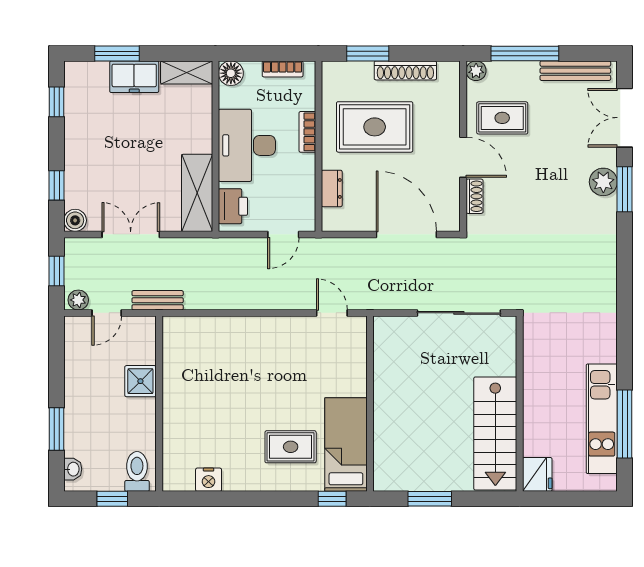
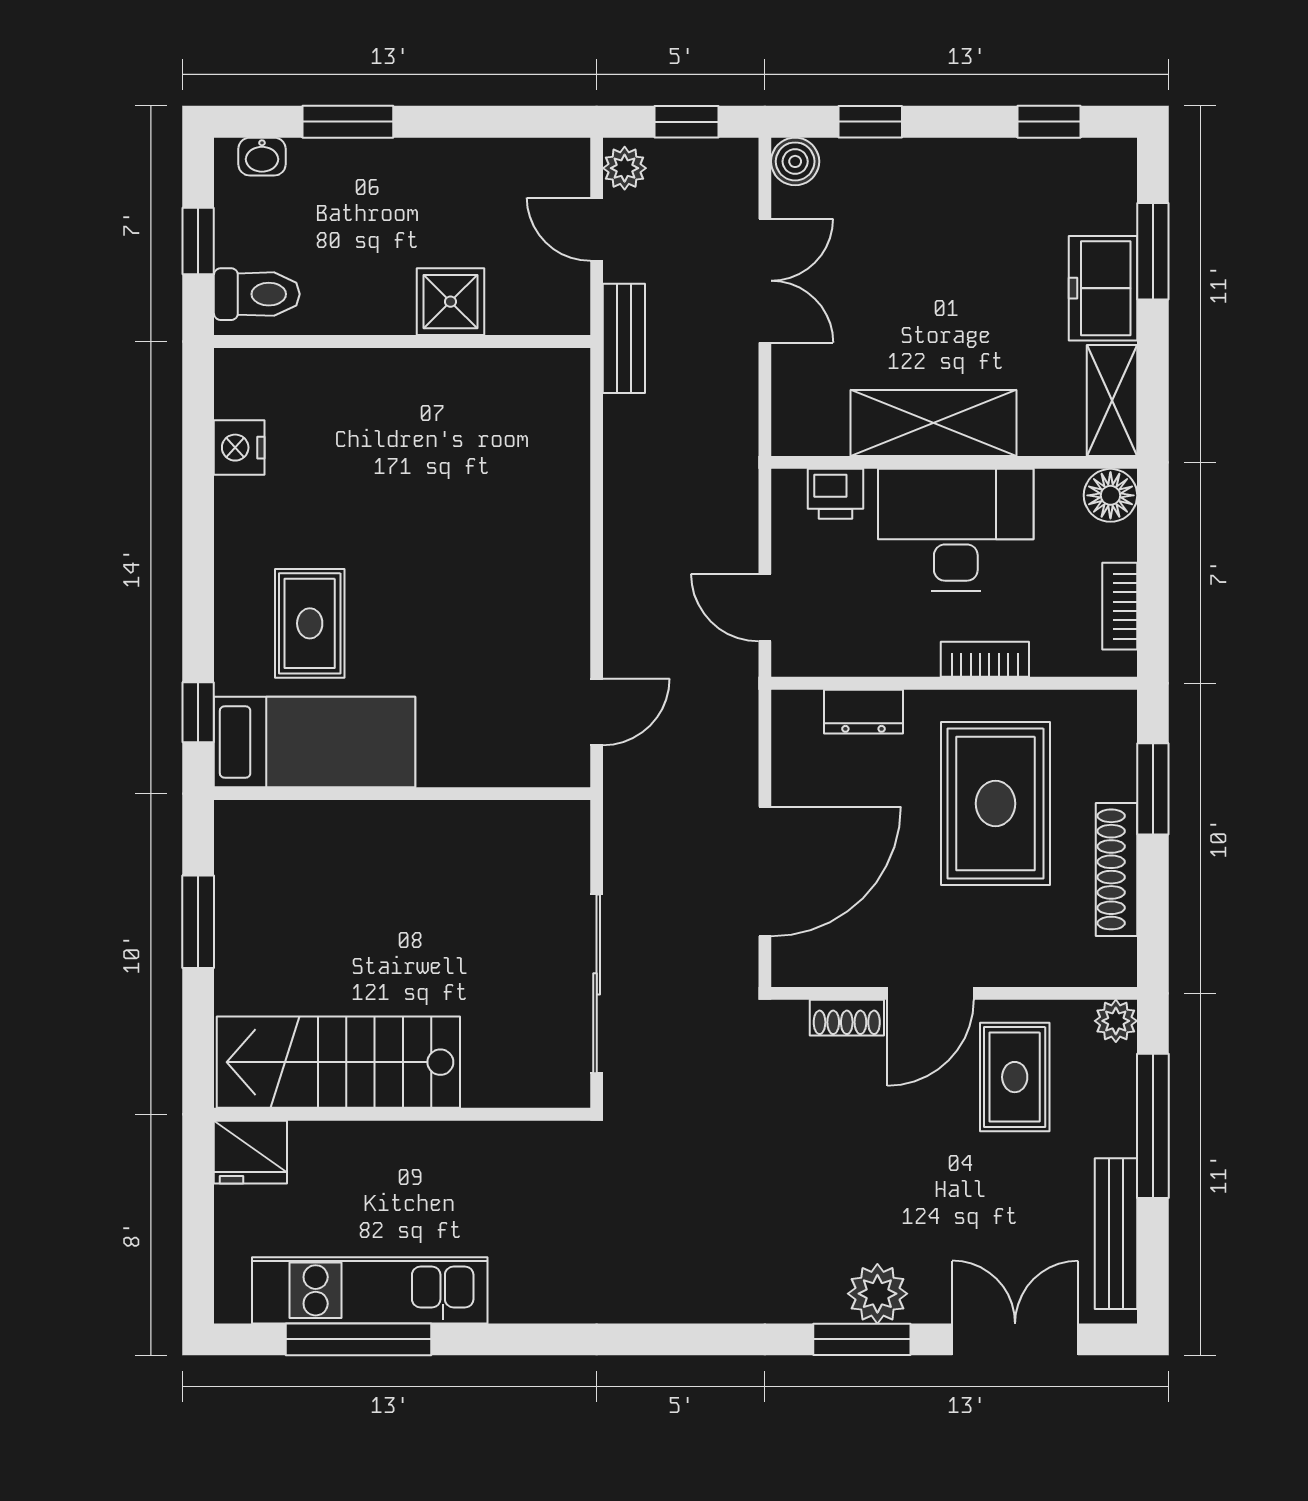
shelving: (197, 193) -> (933, 423), moved
printer: (233, 206) -> (835, 494), width x0.73, depth x0.81

